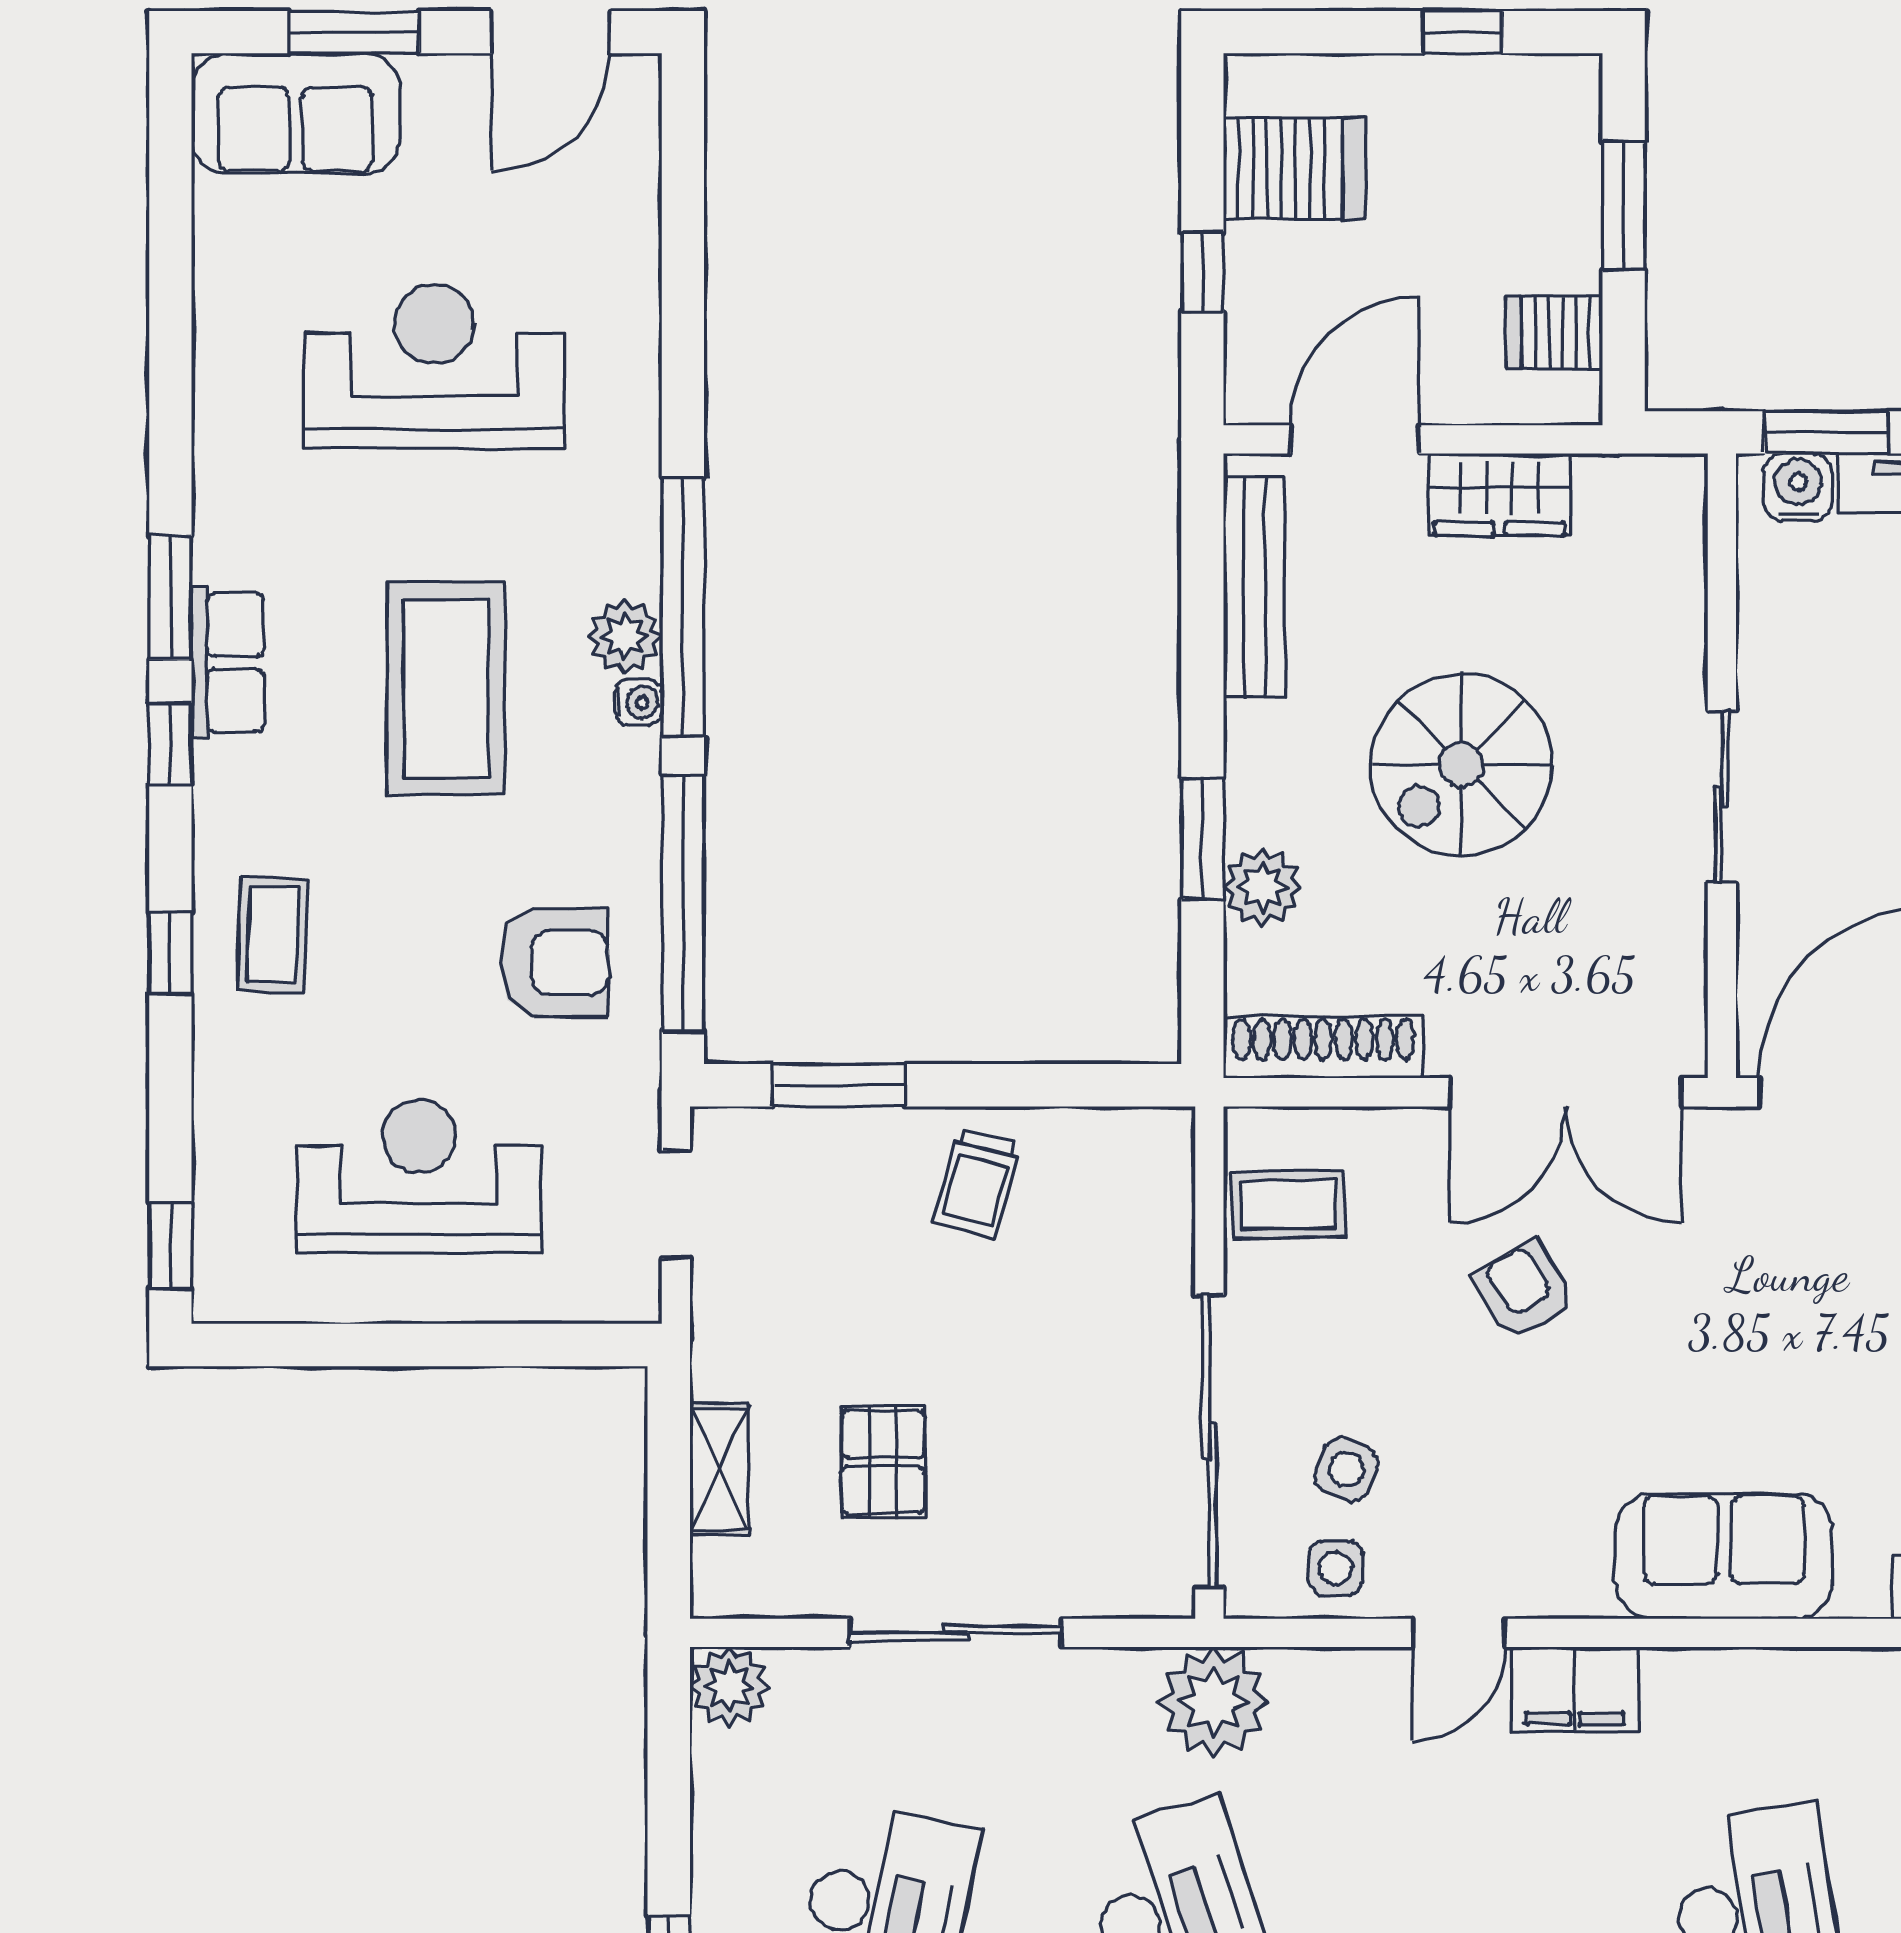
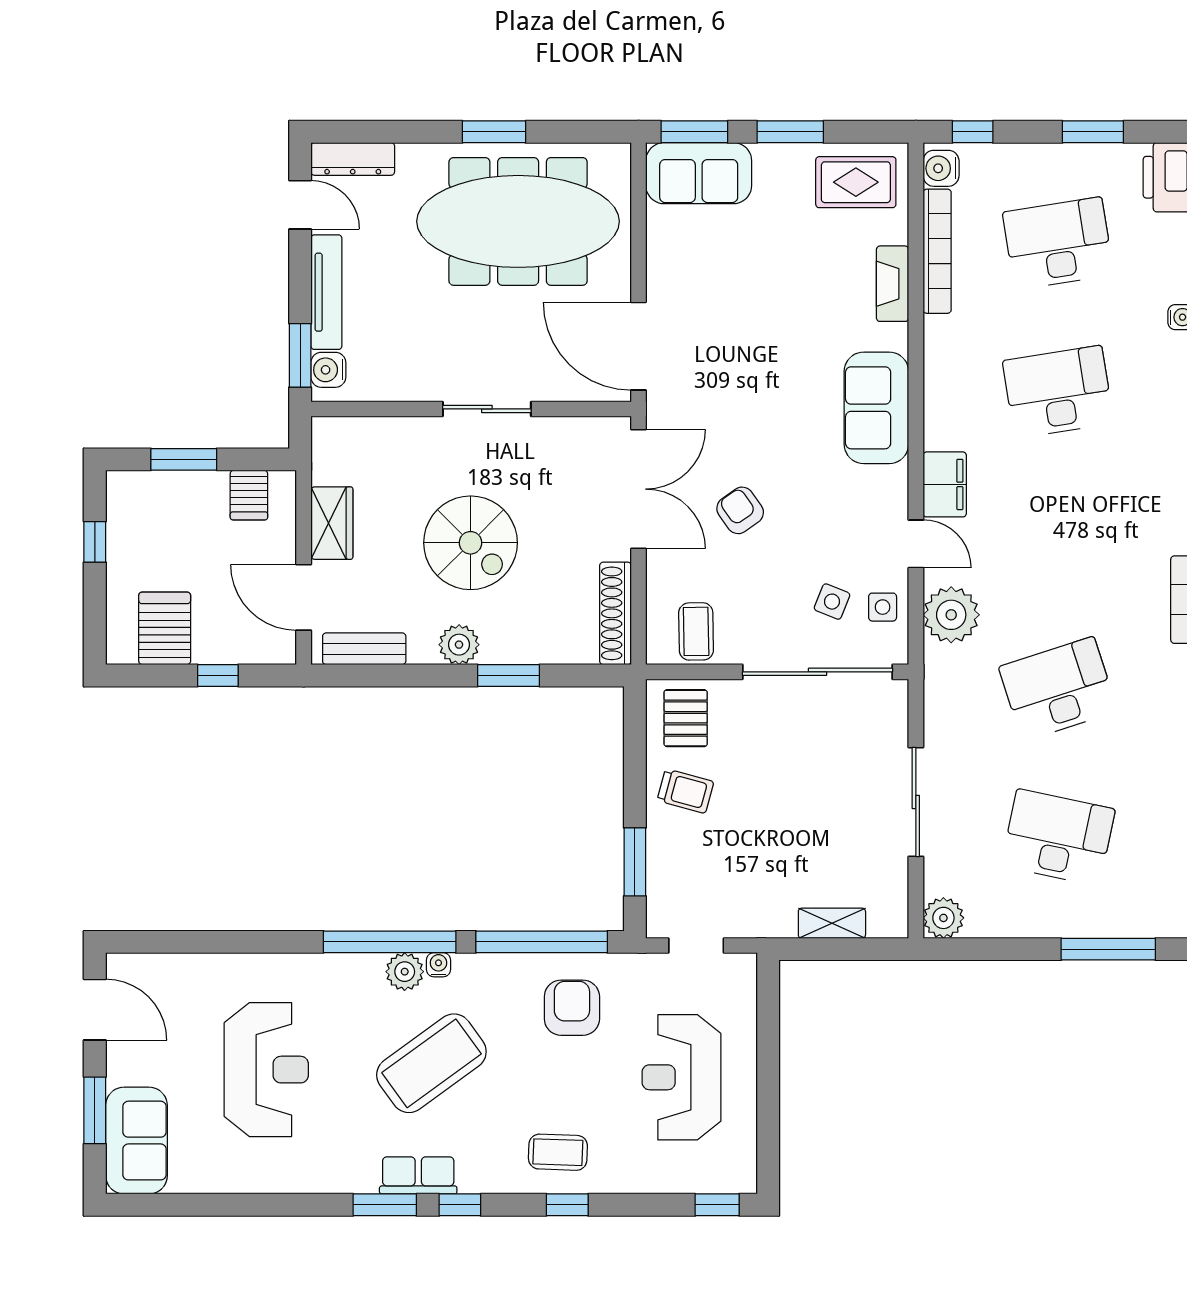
reception desk: (434, 366) -> (266, 1070), turned 180
bench: (1254, 587) -> (364, 649), width x0.73
coffee table: (446, 689) -> (431, 1063), turned -36
plant: (1262, 887) -> (459, 645), moved
armchair: (1524, 1290) -> (740, 510), turned 87
pallet: (883, 1462) -> (686, 718), moved, turned 90
plant: (1214, 1702) -> (951, 615), moved

